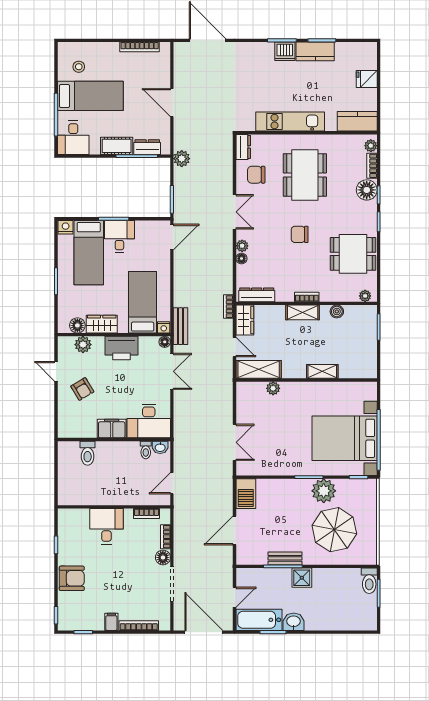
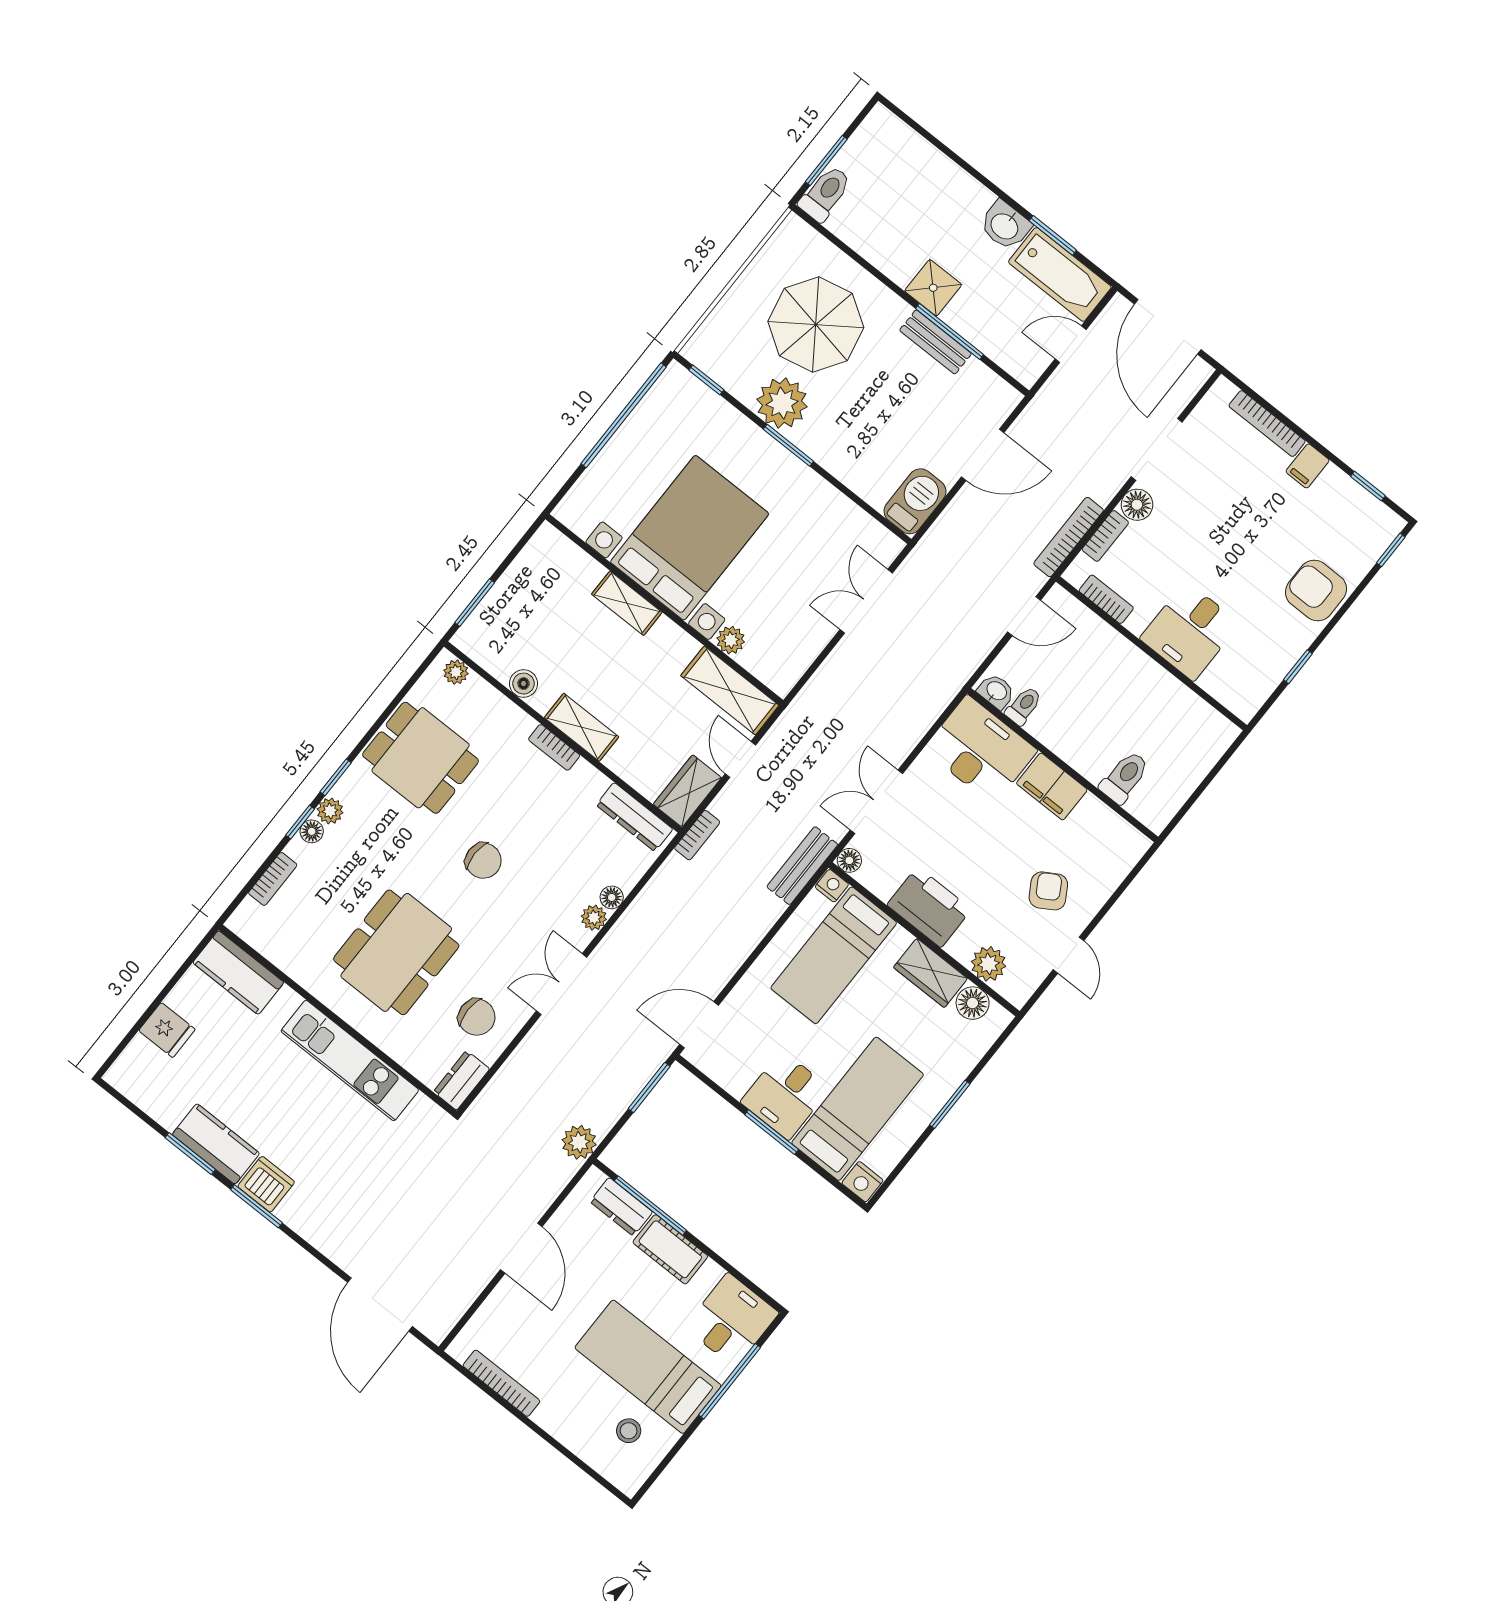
plant: (371, 146) -> (330, 811), moved
floor lamp: (367, 190) -> (312, 831), width x0.53, depth x0.53
bed with nightstands: (345, 438) -> (690, 538), moved, turned -90
bookcase: (179, 525) -> (1069, 537), added

